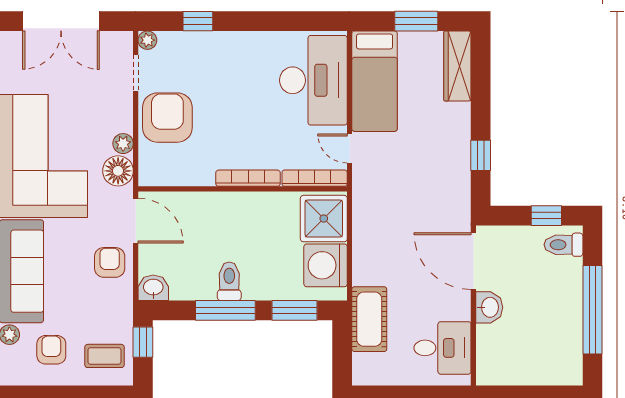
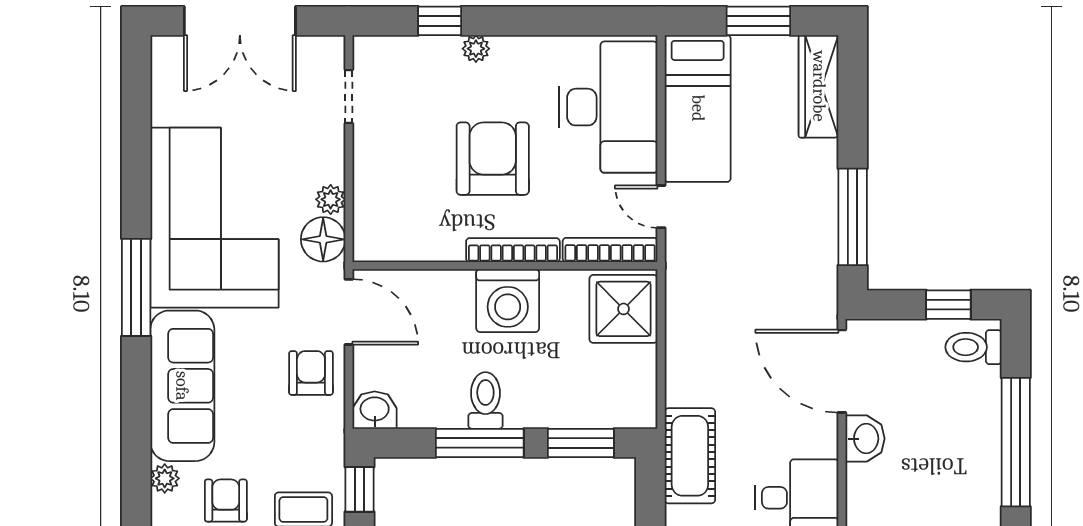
plant: (147, 40) -> (476, 49), moved
armchair: (167, 118) -> (493, 159), moved
window: (481, 155) -> (853, 217), width x2.17
washing machine: (326, 265) -> (508, 301), moved, turned -90

